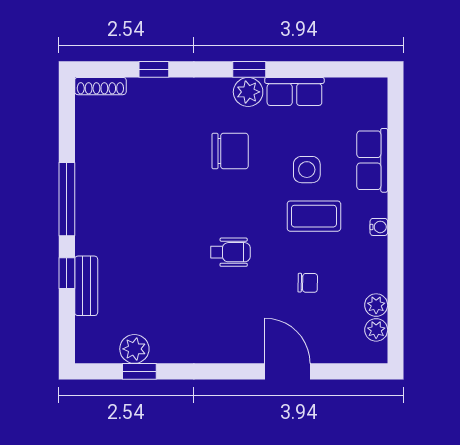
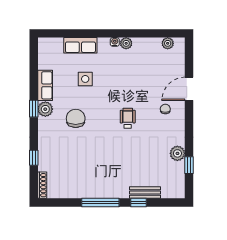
coffee table: (314, 216) -> (109, 75), removed
chair: (308, 283) -> (165, 109), moved
plant: (376, 305) -> (126, 43), moved
plant: (134, 349) -> (177, 153), moved

